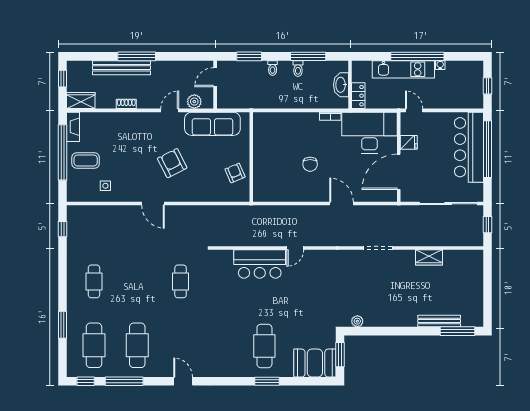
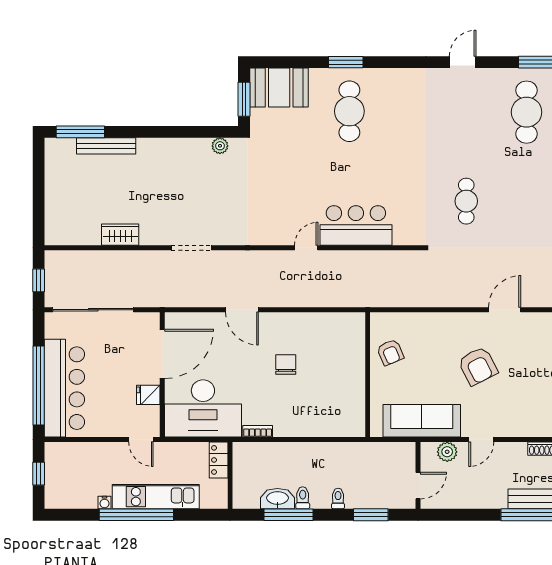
washbasin: (341, 85) -> (277, 499), moved, turned -90
door: (153, 204) -> (505, 310), hinge flipped
door: (183, 381) -> (463, 62), swing flipped

